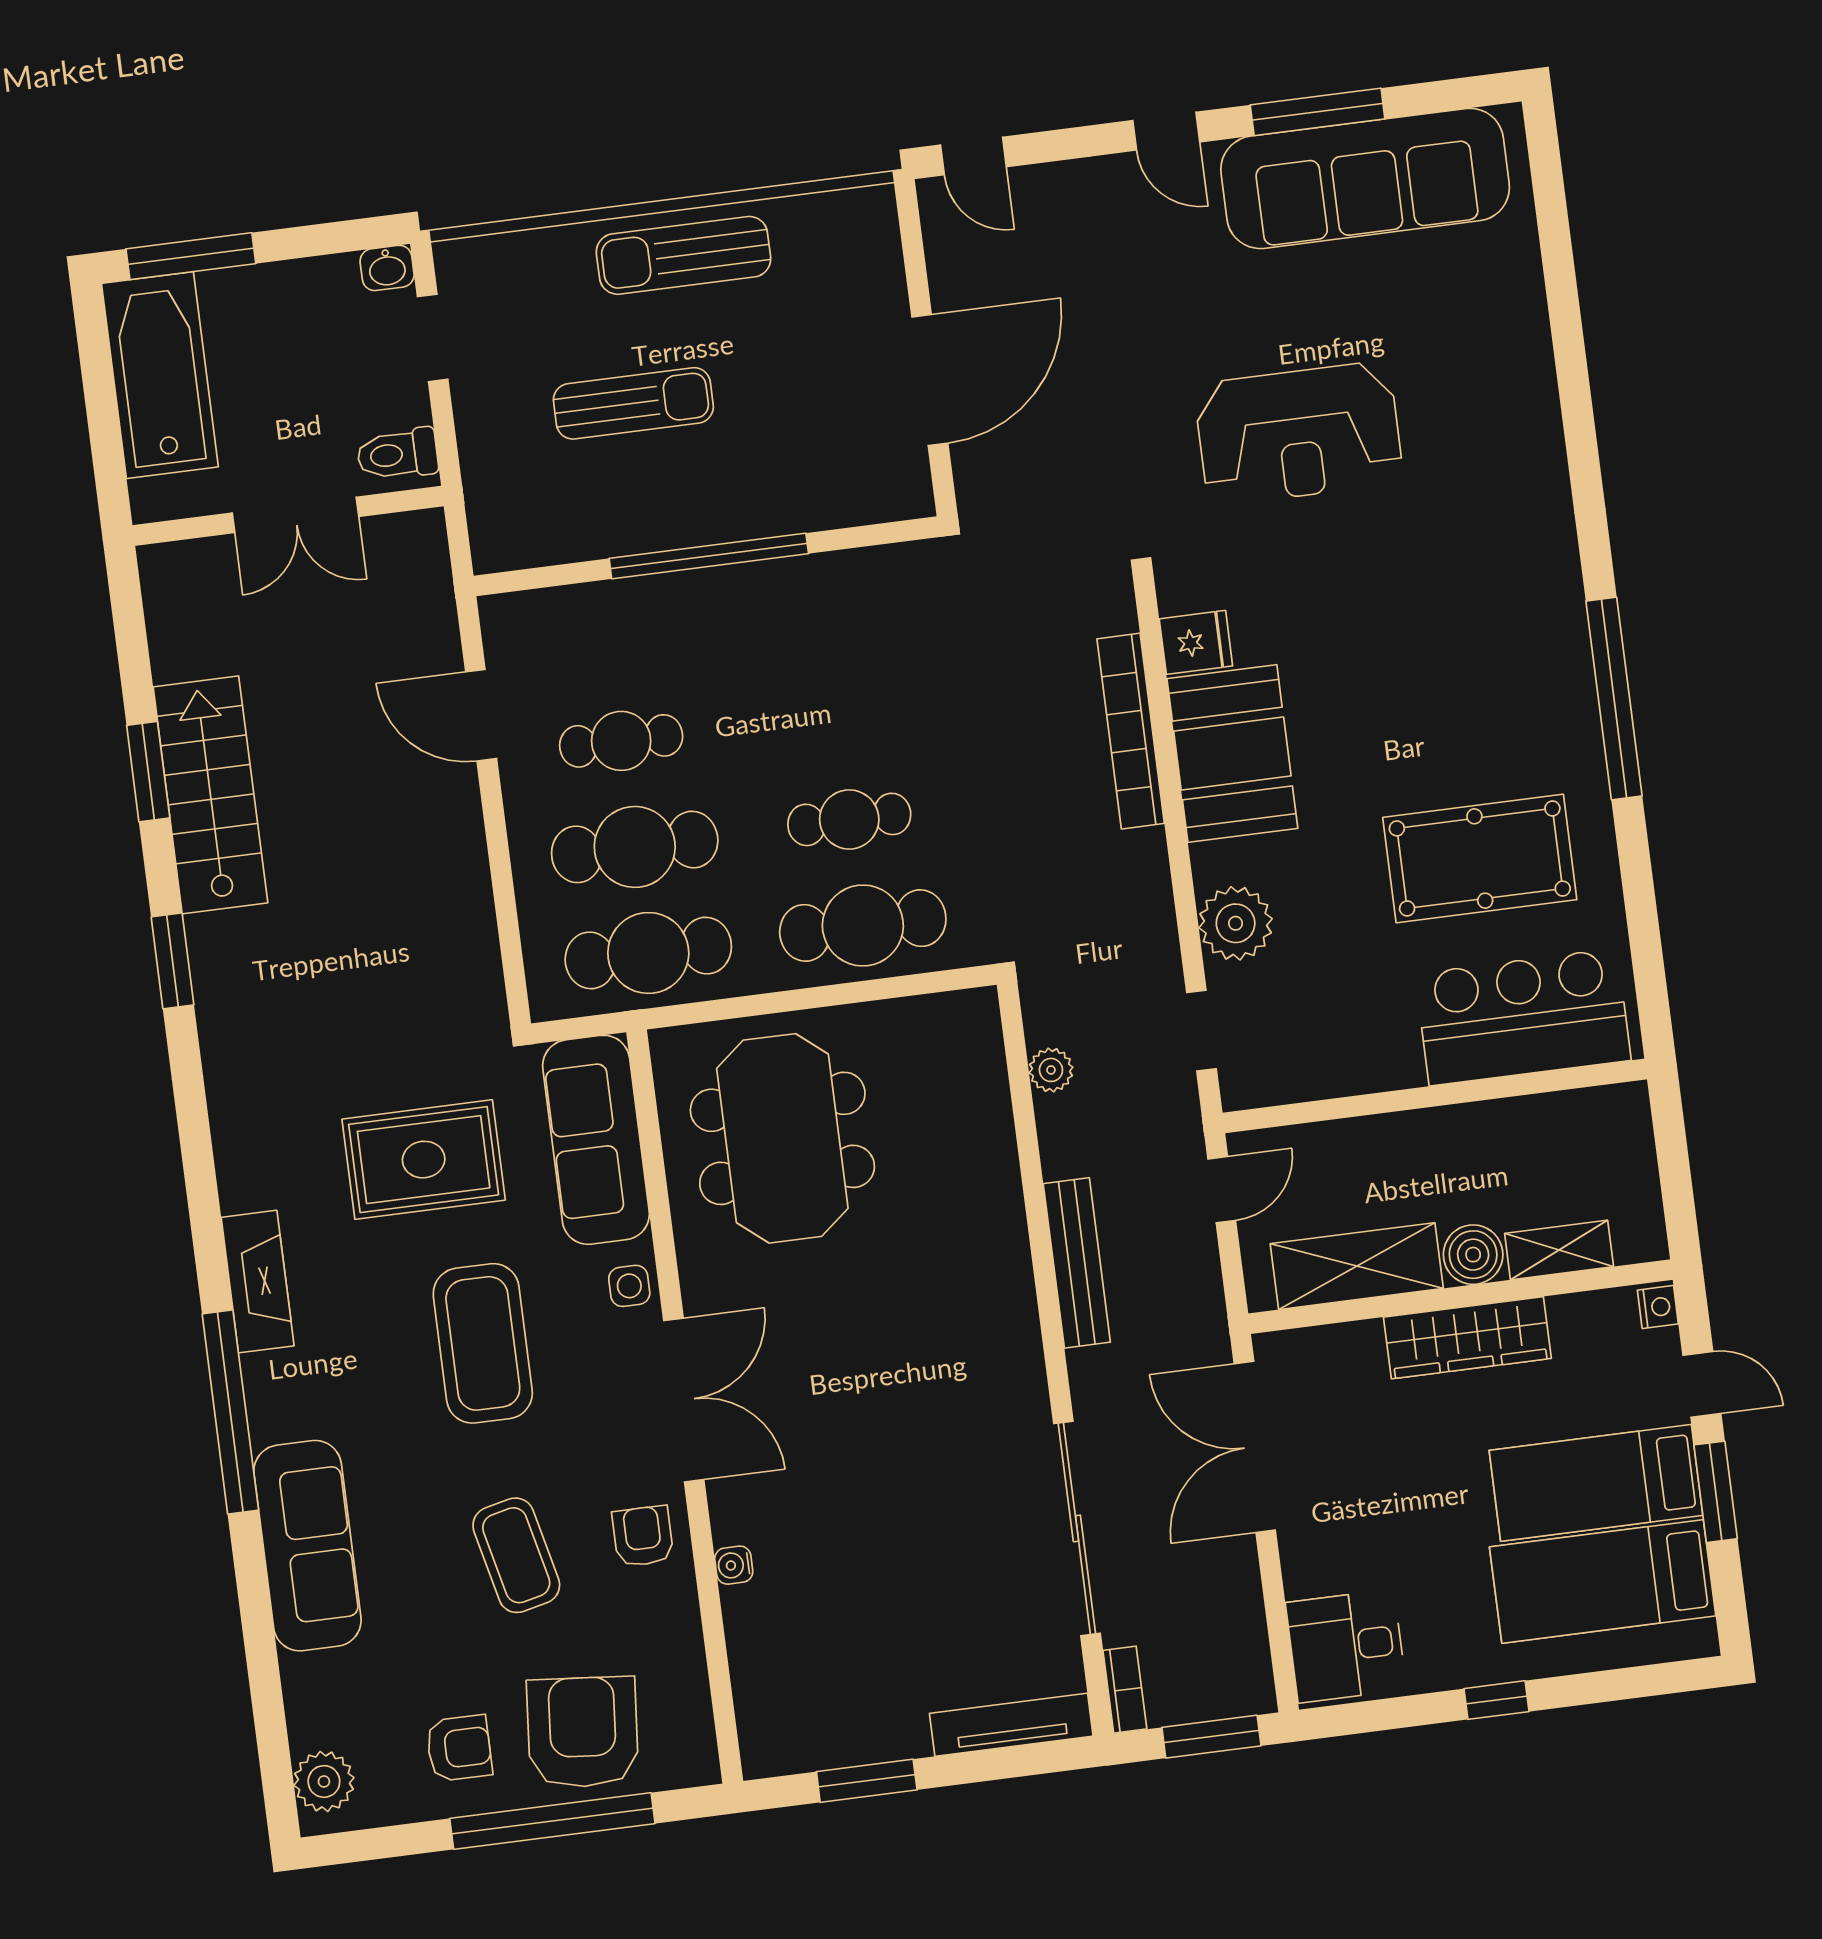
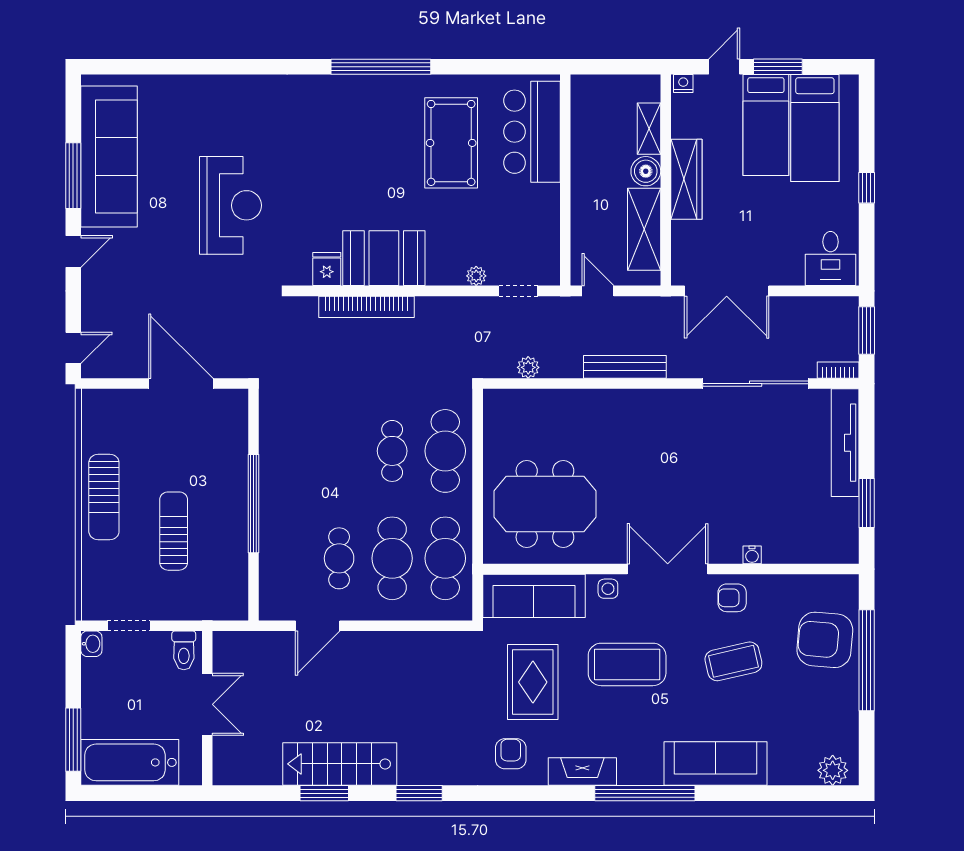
plant: (1236, 923) -> (476, 276), width x0.53, depth x0.53
tv unit: (1011, 1725) -> (845, 443), width x1.36, depth x1.29
armchair: (459, 1748) -> (511, 754), moved

